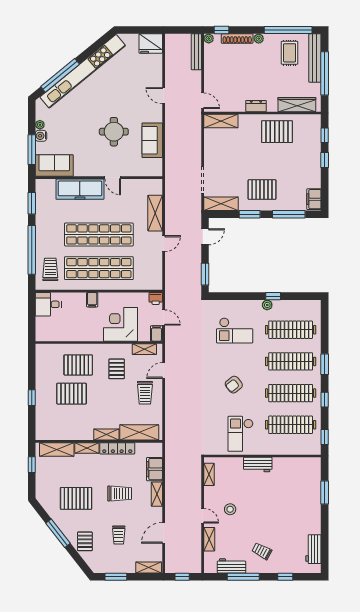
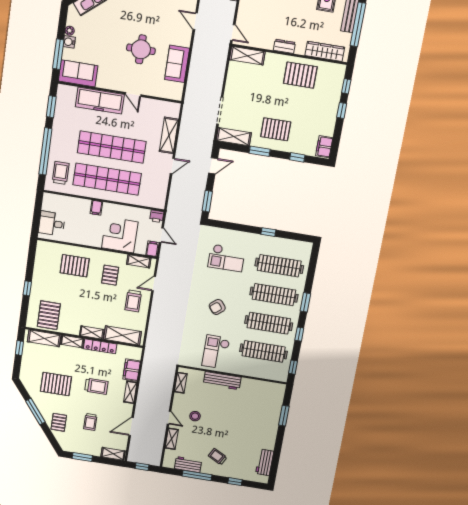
window: (289, 214) -> (297, 157), width x0.46
desk: (48, 304) -> (52, 223), moved
plant: (267, 305) -> (261, 239), removed
pallet: (72, 394) -> (49, 315), moved, turned 90
workbench: (258, 465) -> (222, 381), width x1.38

